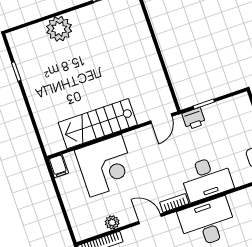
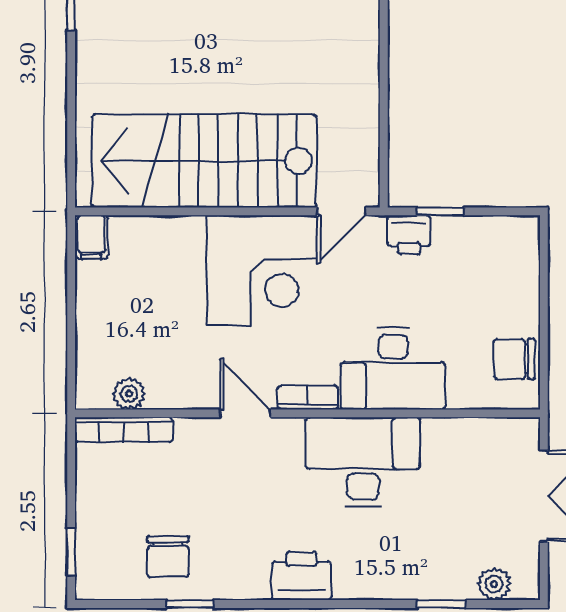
stairs: (98, 124) -> (204, 161), width x1.36, depth x1.51
corner desk: (106, 166) -> (262, 270), moved
plant: (112, 222) -> (129, 394), moved

